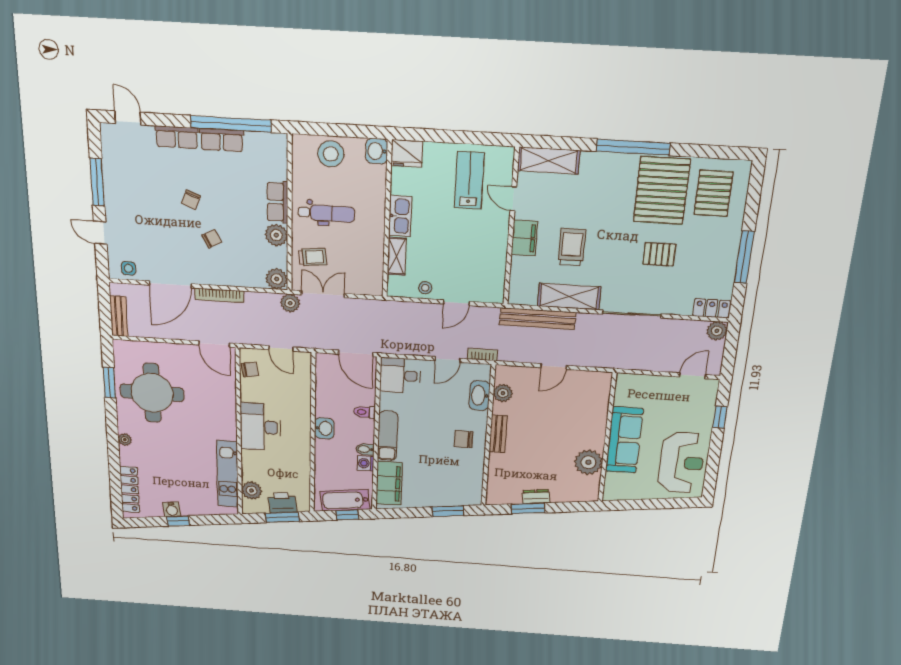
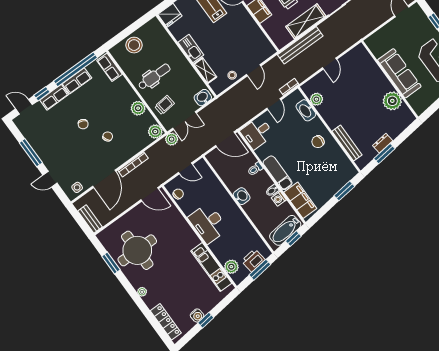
window: (164, 120) -> (42, 94), added
washbasin: (377, 151) -> (203, 98), moved, turned 90
row of seats: (278, 202) -> (109, 67), moved
double door: (323, 294) -> (184, 121), swing flipped
bench: (498, 434) -> (347, 143), moved, width x1.36

